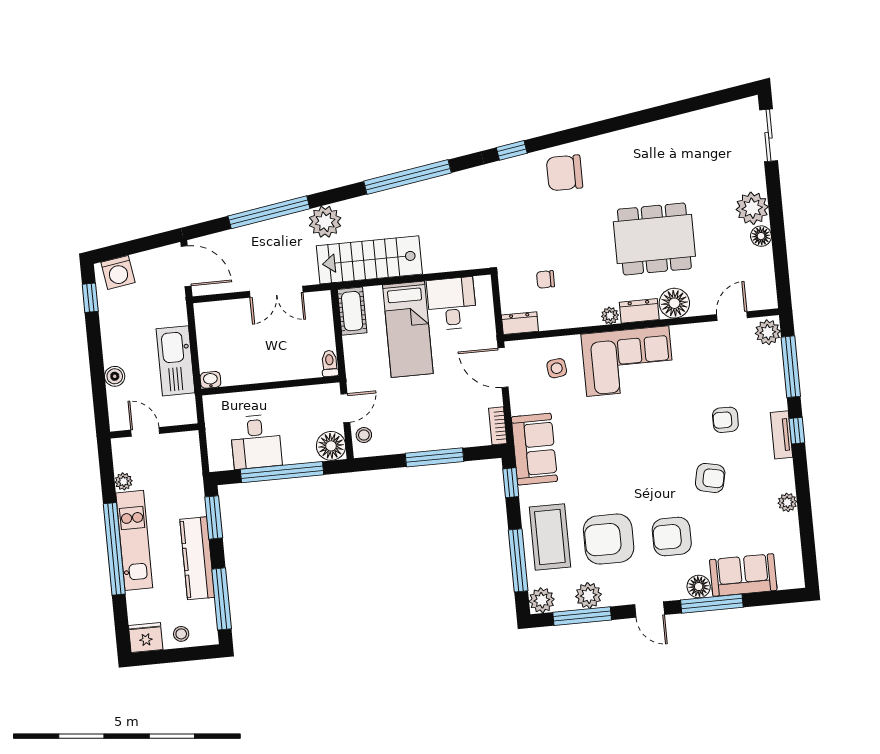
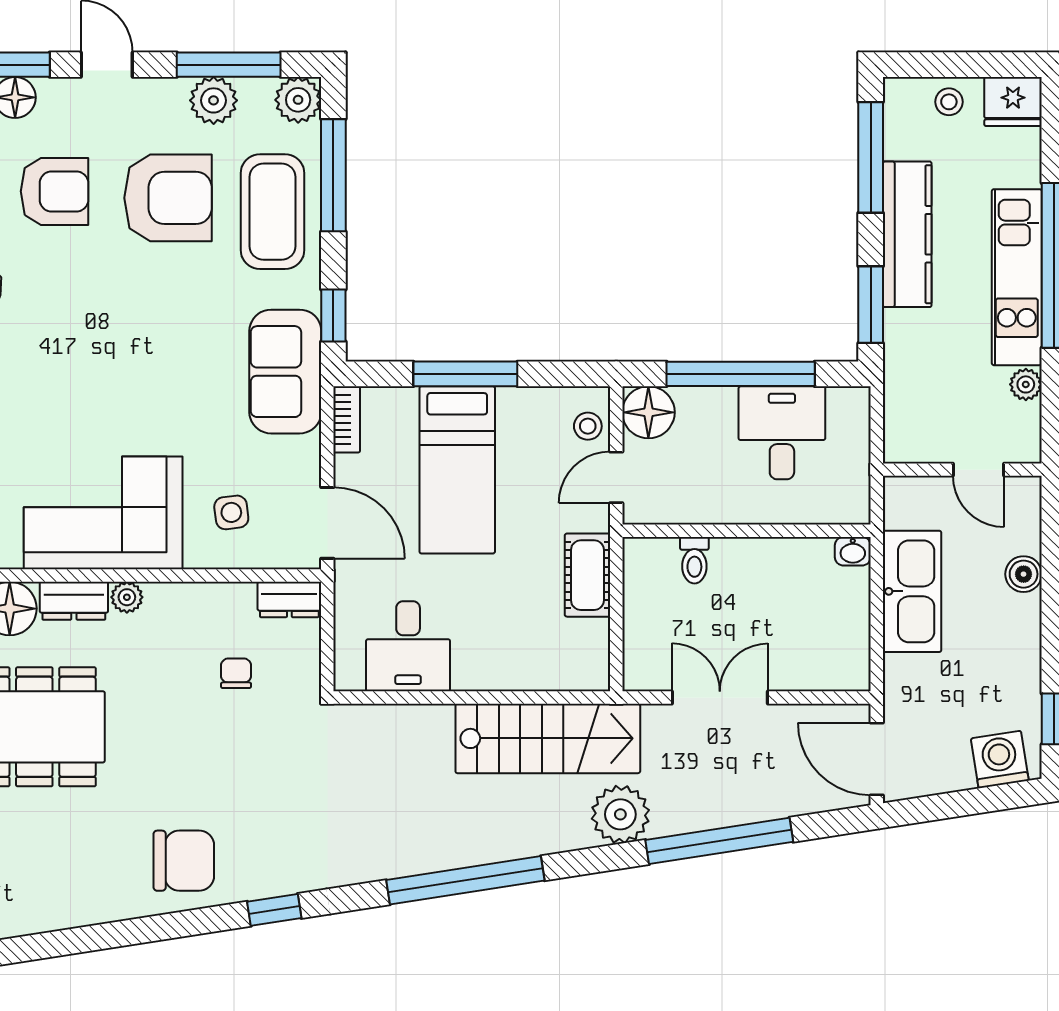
chair: (546, 279) -> (236, 673), turned -90
cot: (352, 311) -> (587, 575), moved
bed: (408, 329) -> (457, 470), moved, turned 180
toilet: (330, 363) -> (694, 560), moved

